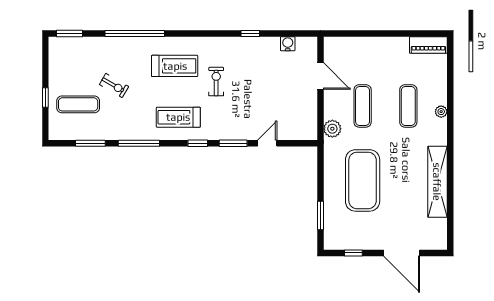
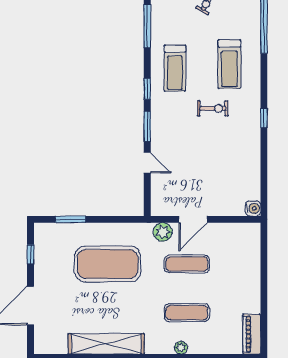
window: (250, 33) -> (264, 118), moved
water cooler: (288, 44) -> (253, 208), moved
door: (320, 76) -> (193, 219), moved
treadmill: (178, 117) -> (175, 68), turned 180

